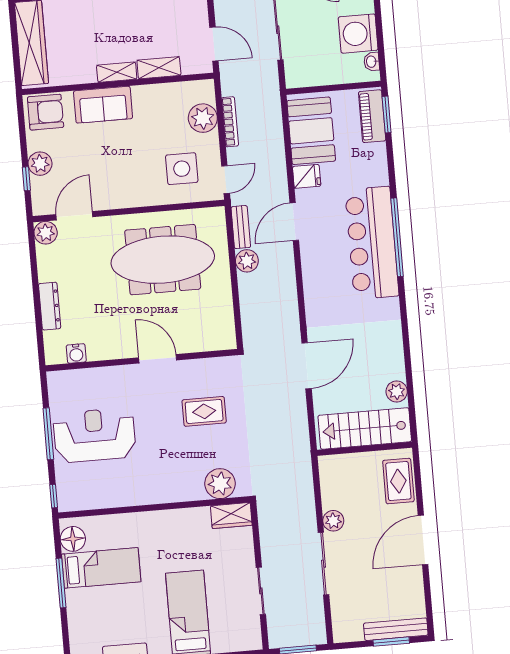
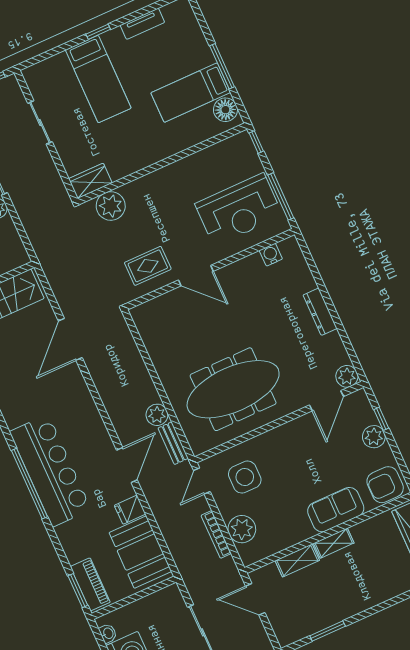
water cooler: (76, 353) -> (271, 255), moved
door: (158, 359) -> (196, 276), moved
wall: (142, 360) -> (210, 269), moved

